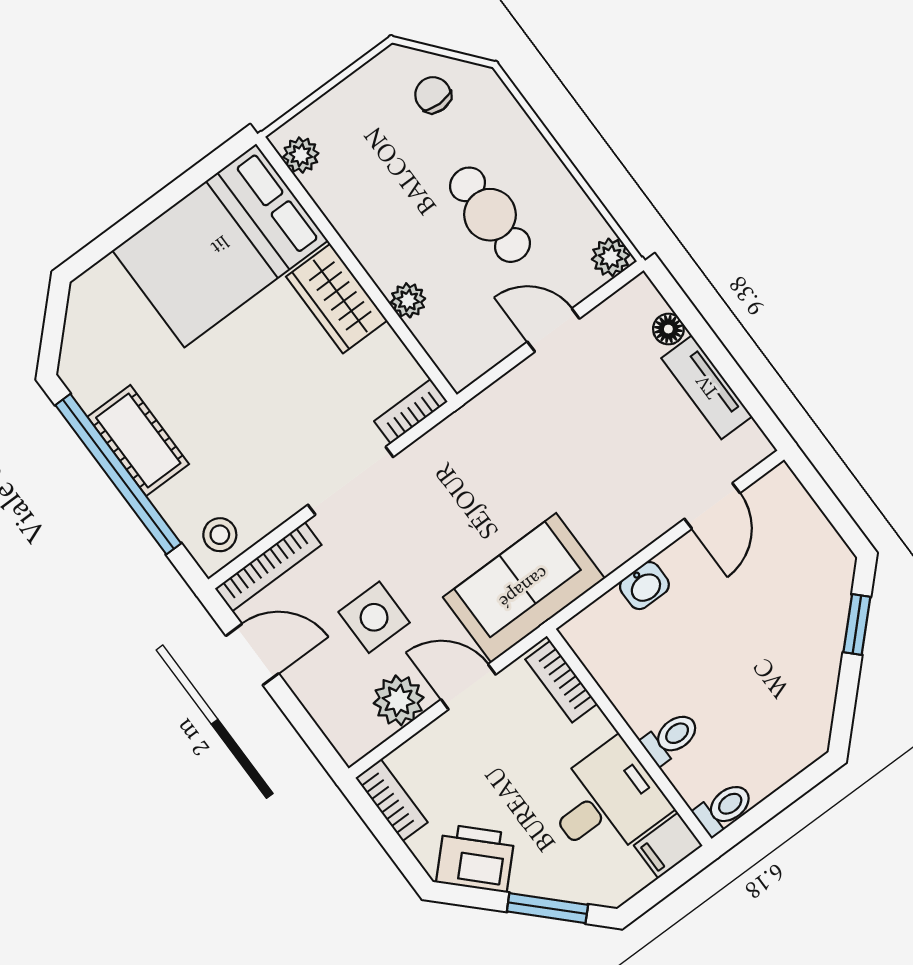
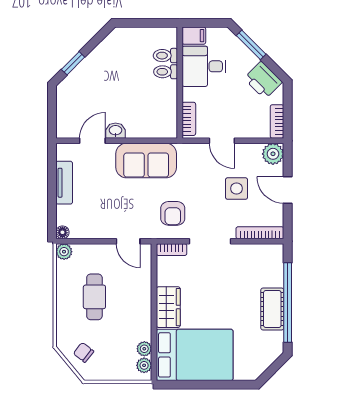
chair: (433, 95) -> (84, 352), turned 128
plant: (408, 300) -> (144, 349), moved
floor lamp: (668, 329) -> (62, 232), moved
door: (553, 330) -> (128, 241), moved
armchair: (459, 481) -> (173, 213), added
stool: (220, 535) -> (268, 256), removed
washbasin: (644, 586) -> (116, 131), moved
sofa: (524, 588) -> (146, 160), moved
door: (252, 655) -> (288, 190), moved
plant: (399, 700) -> (273, 154), moved
toilet: (724, 808) -> (165, 56), moved

